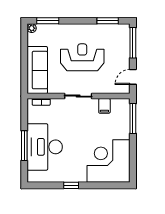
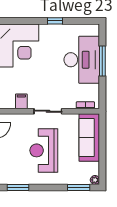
reception desk: (82, 57) -> (44, 150), turned 90

